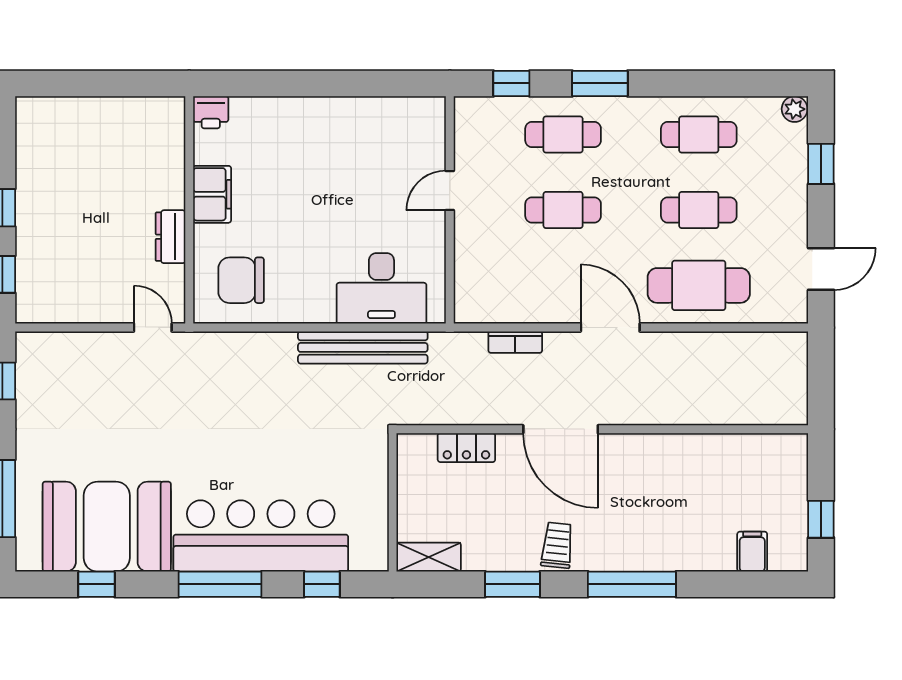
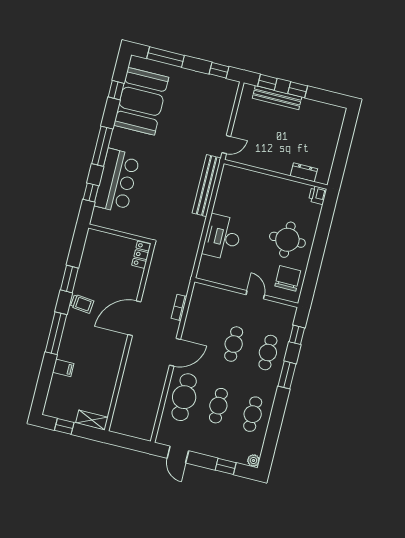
round table: (319, 152) -> (287, 240), added
filing cabinet: (212, 194) -> (280, 186), removed
dresser: (171, 237) -> (304, 172), moved
bench: (29, 246) -> (277, 98), added
chair: (241, 280) -> (288, 278), moved
desk: (381, 288) -> (222, 237), moved
bench: (363, 347) -> (207, 186), moved
locker: (466, 448) -> (141, 255), moved
bar counter: (261, 536) -> (117, 181), width x0.73
filing cabinet: (752, 552) -> (63, 368), moved
shelving: (429, 557) -> (92, 420), moved, turned 90

